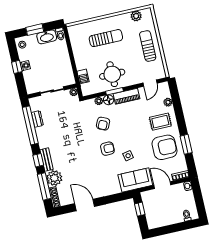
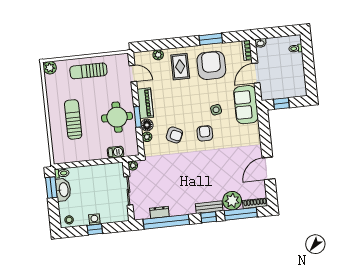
plant: (136, 16) -> (50, 68), moved
window: (35, 30) -> (51, 187), moved

